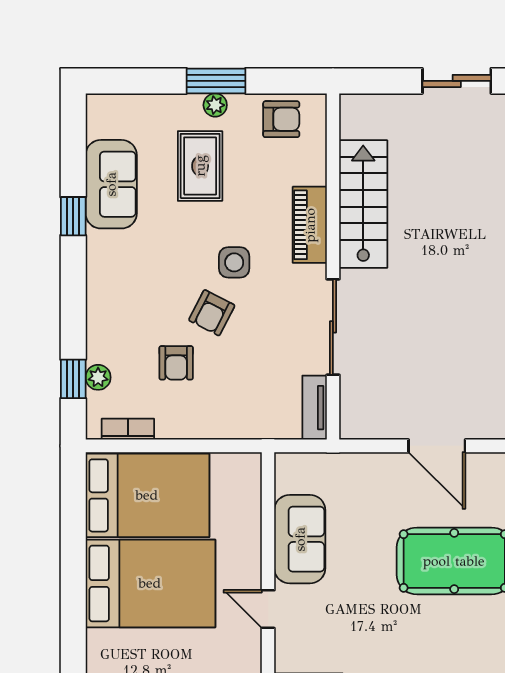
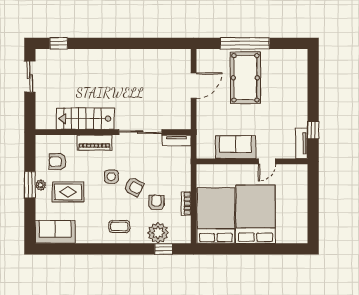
armchair: (281, 119) -> (58, 162), moved, turned -90
sofa: (111, 184) -> (55, 232), moved
window: (73, 216) -> (91, 249), removed
coffee table: (123, 280) -> (119, 226), added
armchair: (176, 363) -> (156, 203), turned -90
plant: (98, 377) -> (158, 233), width x1.87, depth x1.87
bookcase: (128, 429) -> (186, 203), moved

